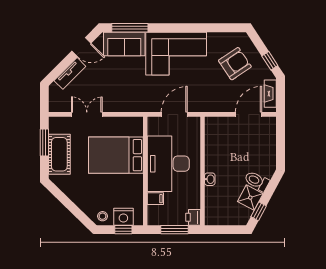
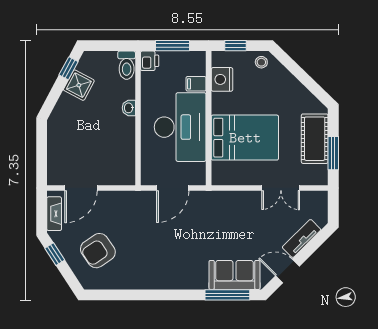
corner sofa: (176, 54) -> (170, 263), removed
toilet: (257, 181) -> (127, 65), moved, turned 62
nightstand: (123, 217) -> (222, 79), moved, turned -90

